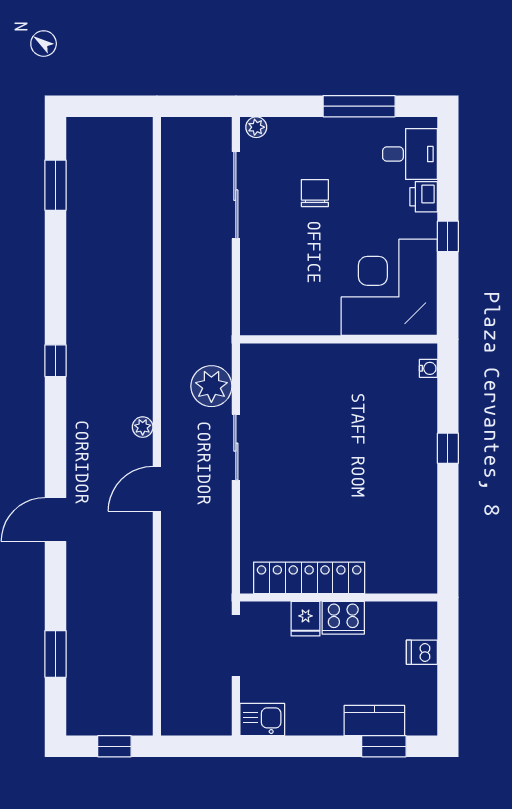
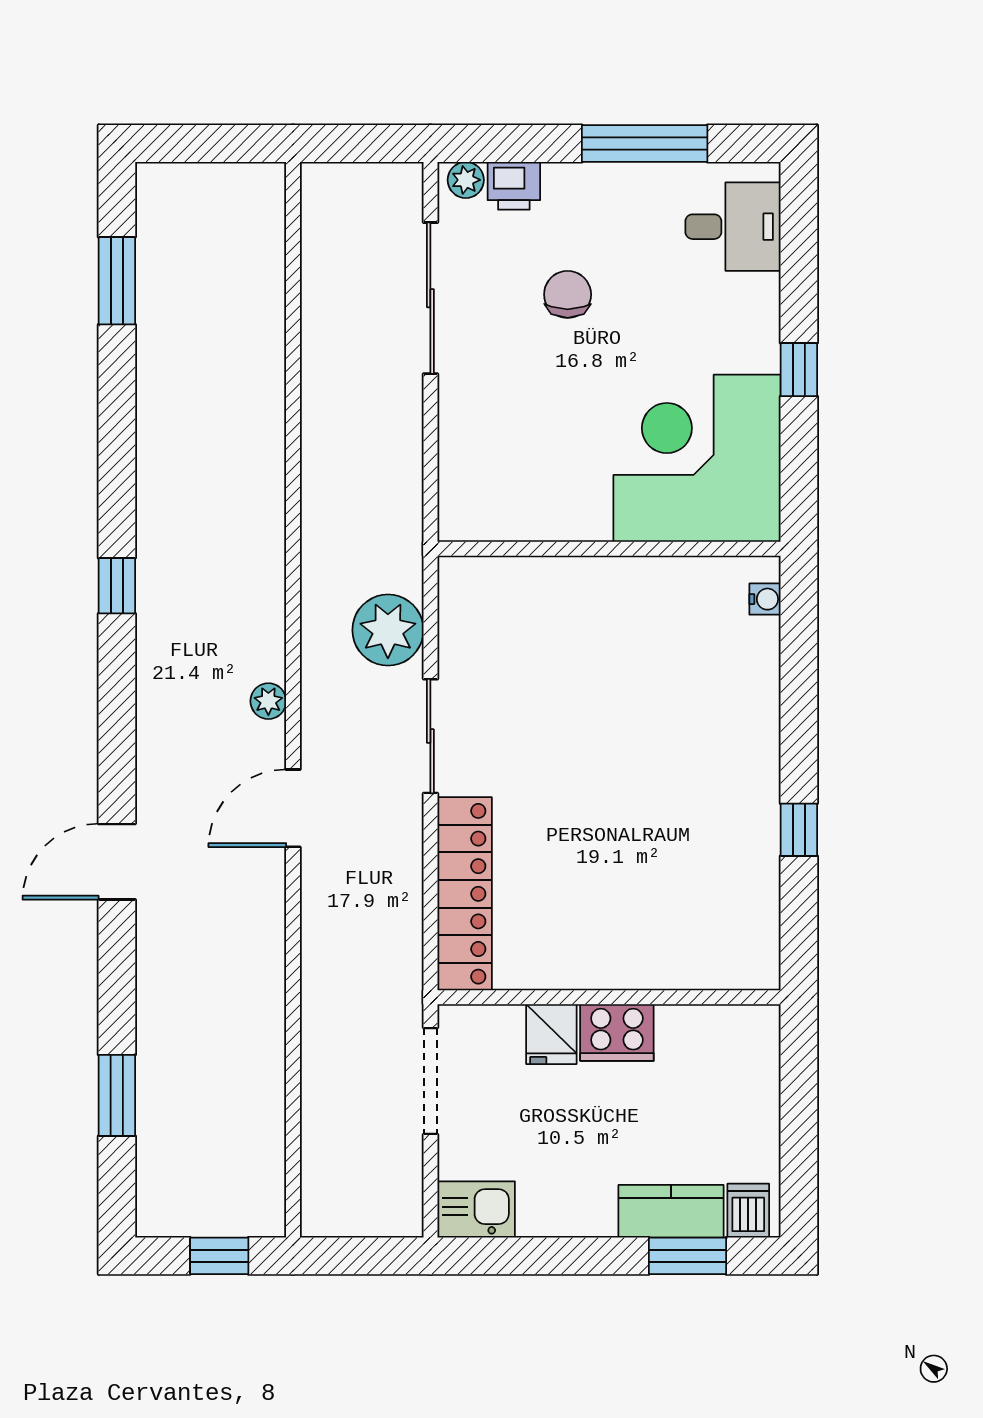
printer: (424, 197) -> (514, 186), moved, turned -90
window: (448, 448) -> (799, 830), moved
locker: (309, 578) -> (465, 894), moved, turned 90
dishwasher: (422, 652) -> (748, 1211), moved, turned 90

